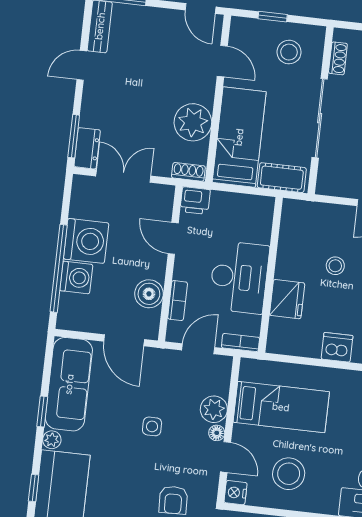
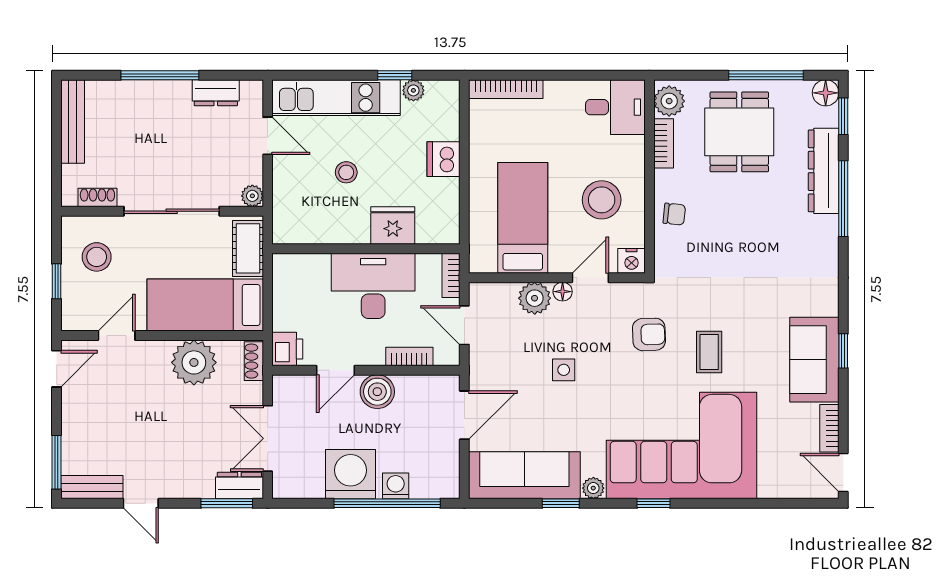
plant: (325, 186) -> (252, 196), added
washing machine: (76, 277) -> (396, 486), width x0.73, depth x0.73
boiler: (149, 294) -> (377, 392), moved

